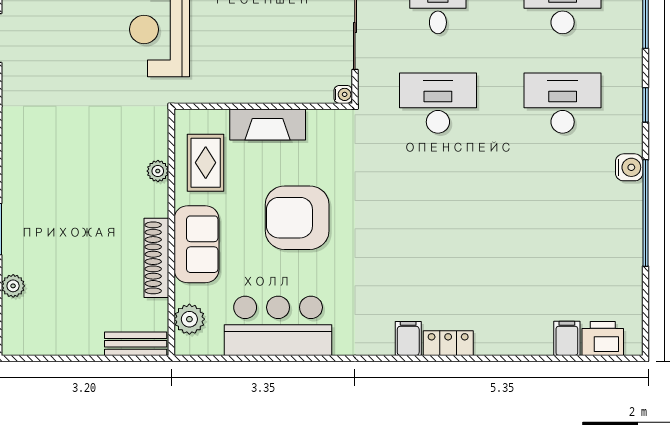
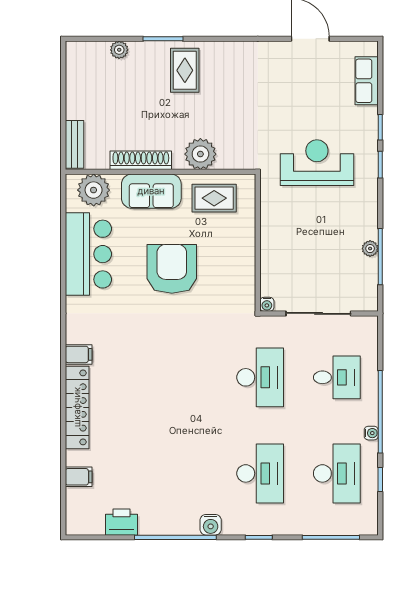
fireplace: (268, 125) -> (244, 246), removed
plant: (158, 171) -> (200, 154), width x1.87, depth x1.87
rug: (40, 201) -> (185, 70), added
plant: (189, 319) -> (94, 190), width x1.36, depth x1.36
printer: (603, 339) -> (122, 522), moved, turned -90
locker: (448, 343) -> (77, 407), width x2.16, depth x1.21

